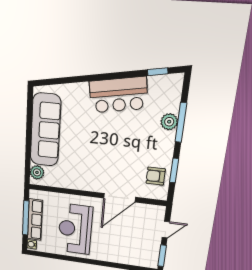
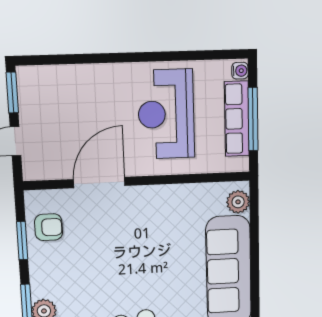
reception desk: (75, 229) -> (166, 114), turned 180

